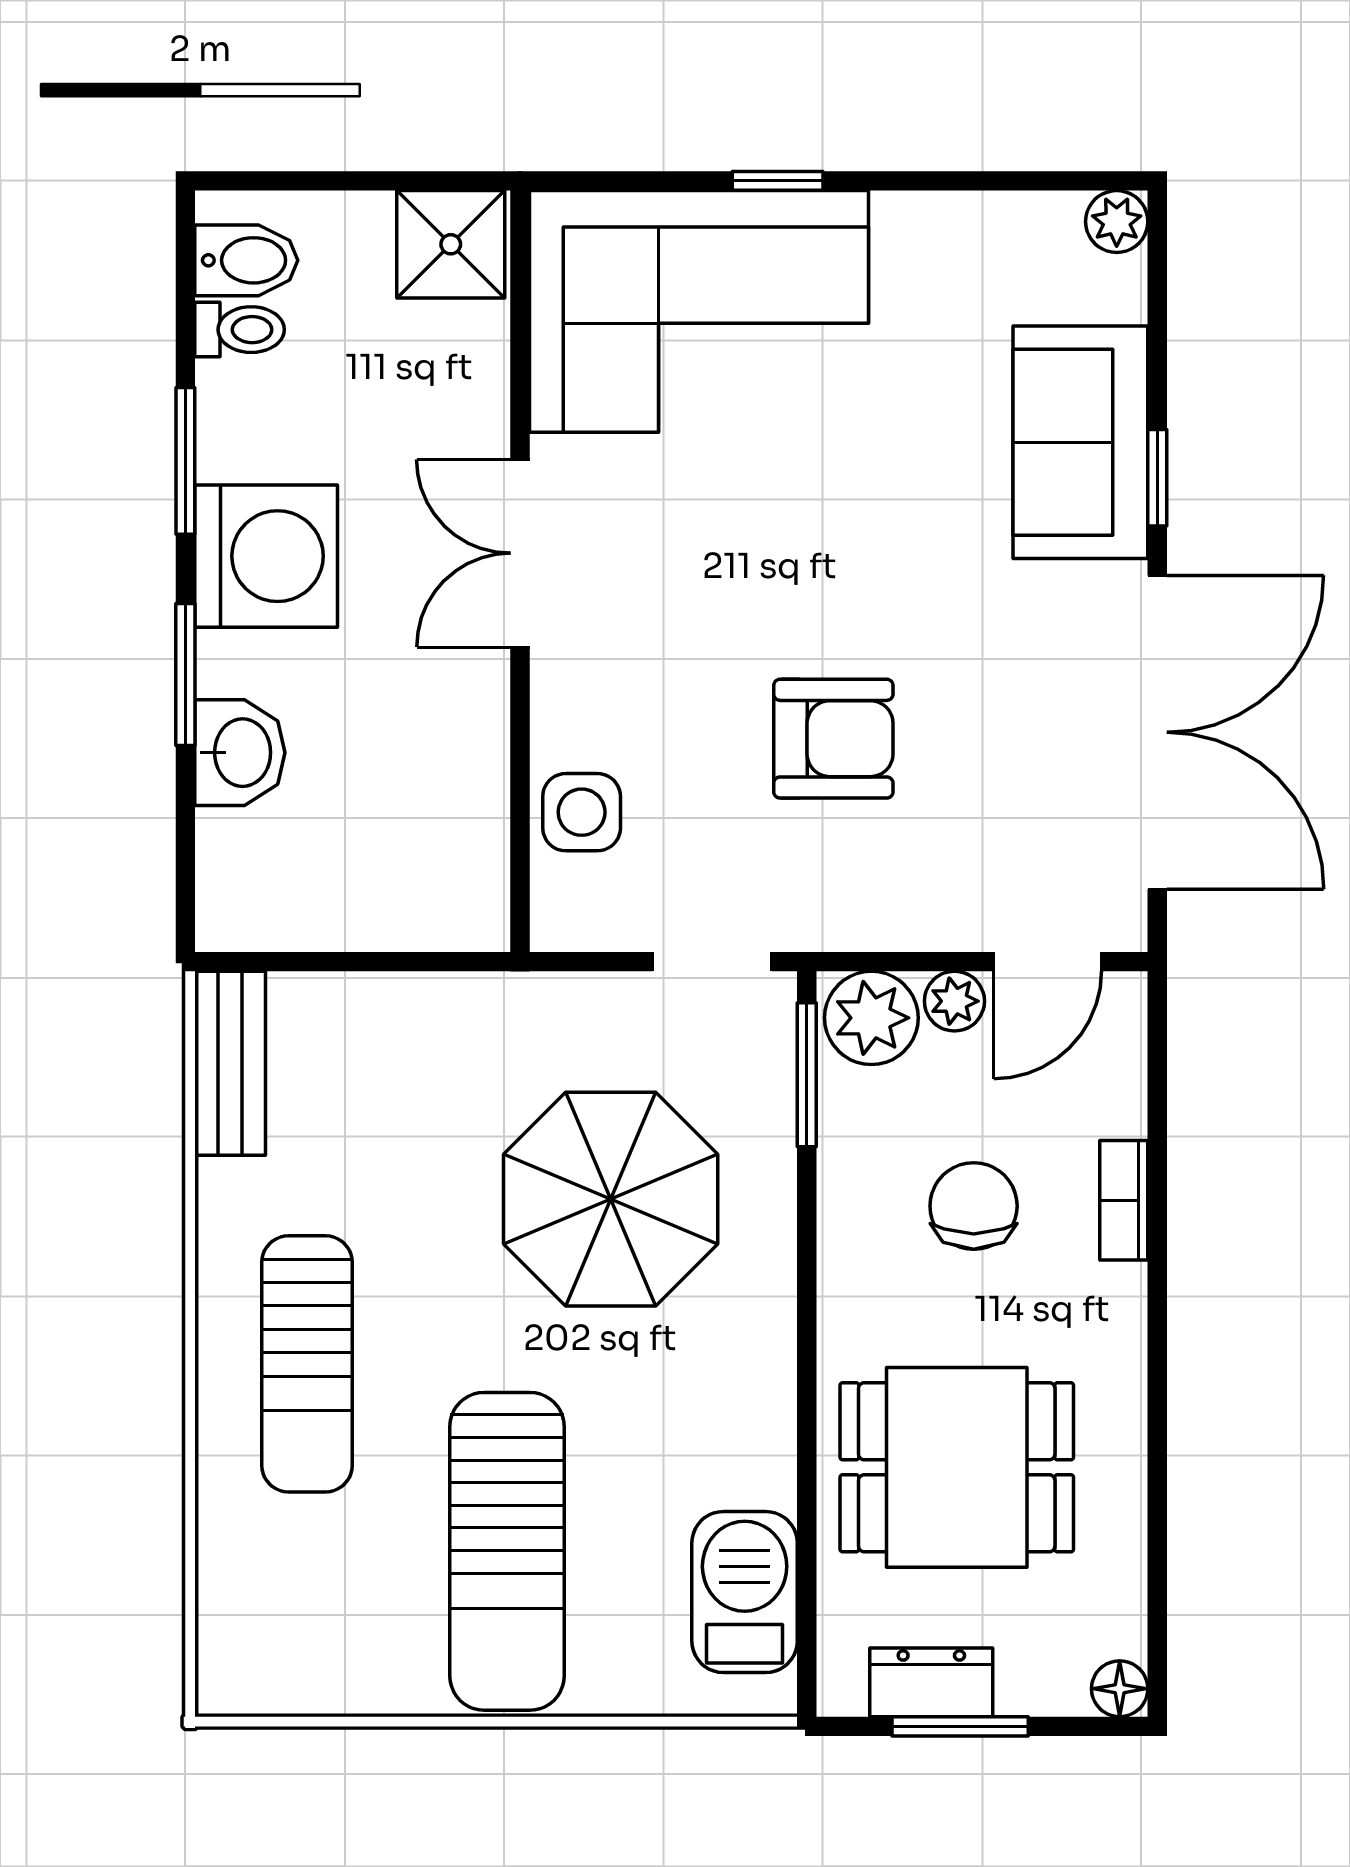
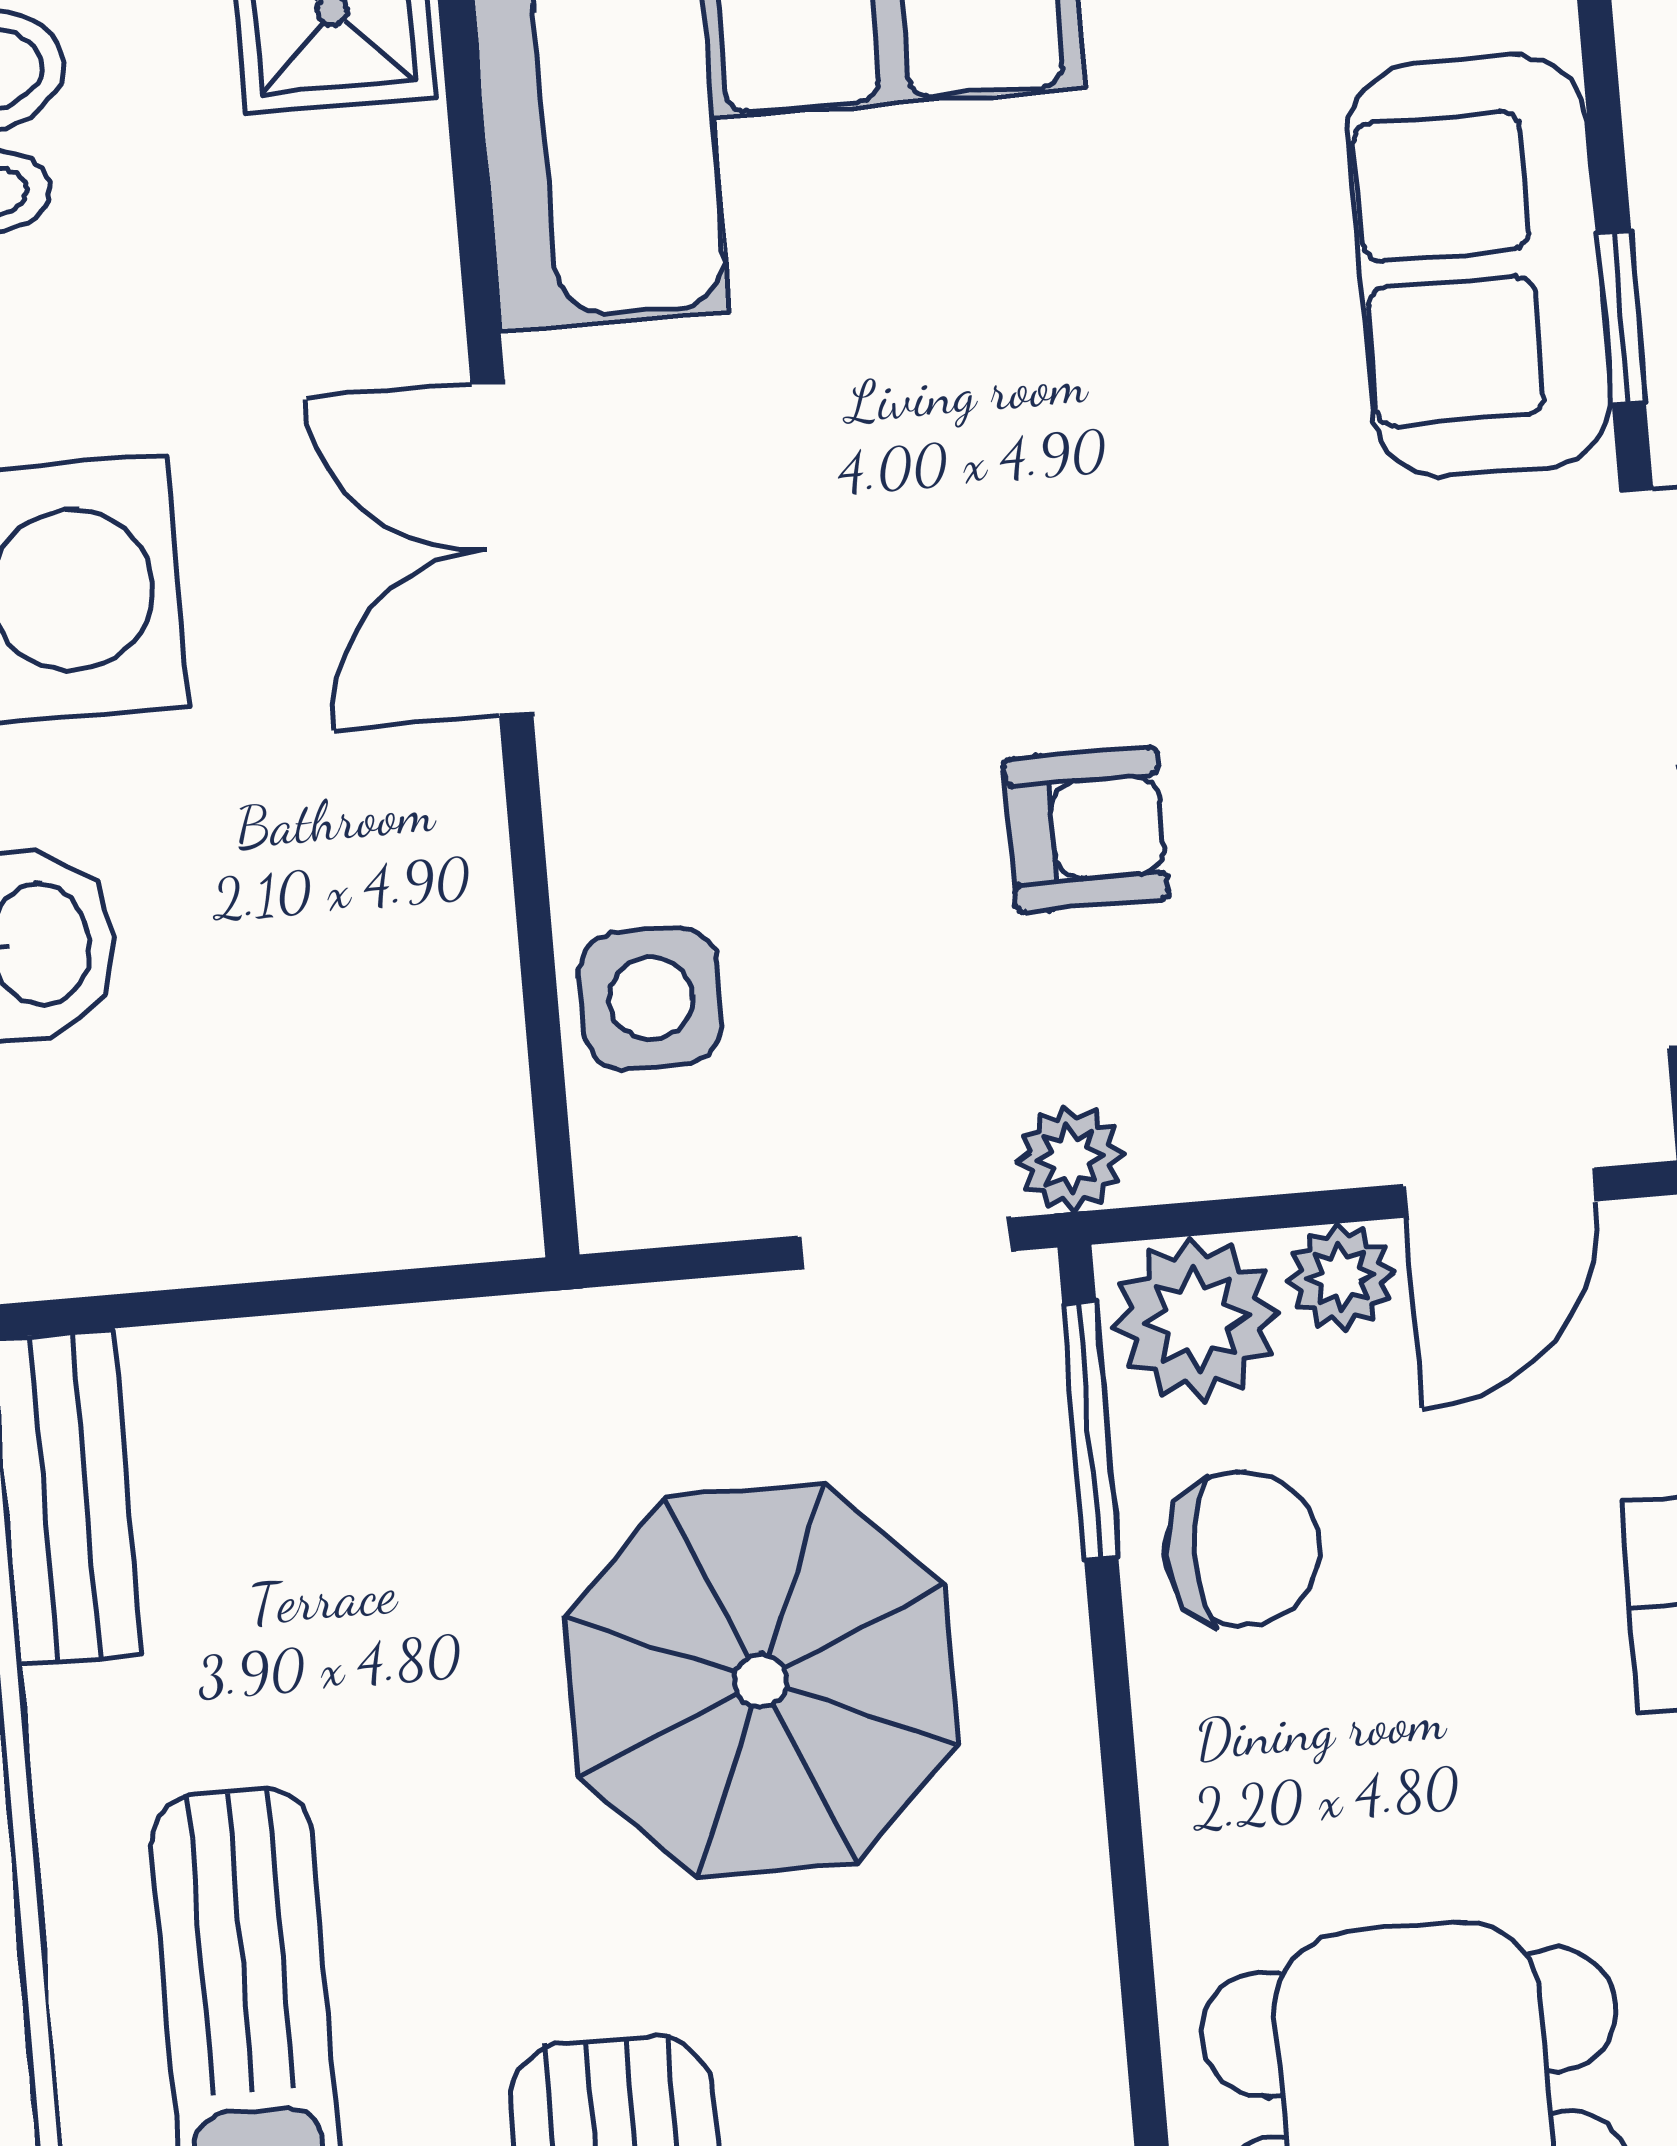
armchair: (833, 739) -> (1086, 829), width x0.72, depth x0.72
plant: (809, 922) -> (1070, 1158), added
chair: (974, 1206) -> (1242, 1549), moved, turned 90

